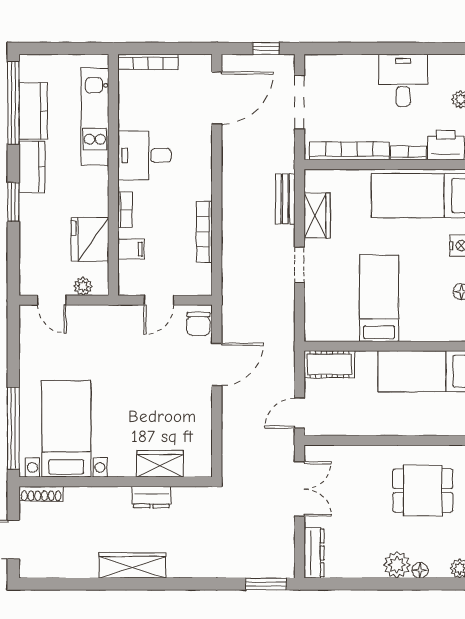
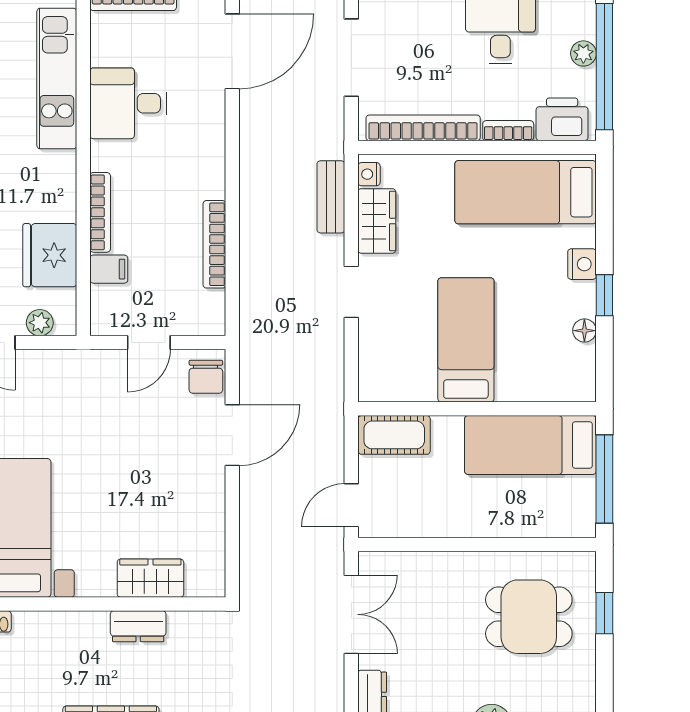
desk: (144, 155) -> (128, 103), moved
nightstand: (312, 183) -> (369, 174), added
bookcase: (125, 210) -> (100, 212), width x1.56

